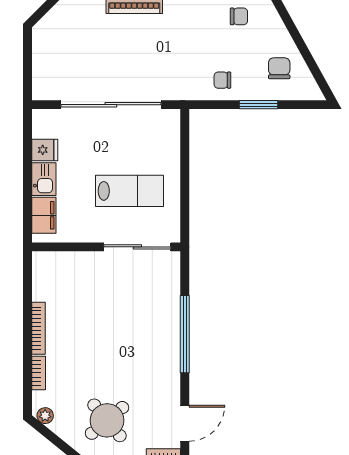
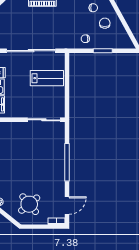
chair: (279, 68) -> (105, 23), moved
lab bench: (129, 191) -> (47, 78), moved

